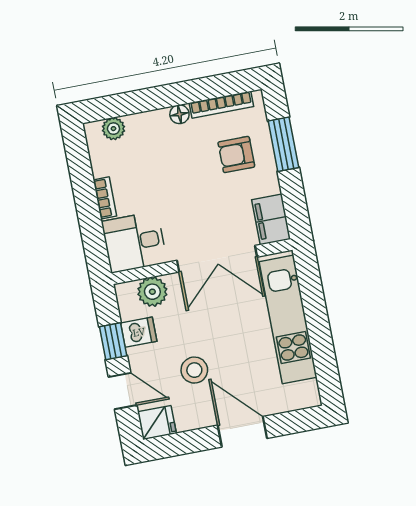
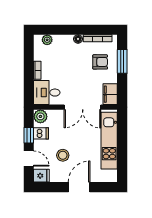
armchair: (236, 154) -> (100, 62), turned 180
plant: (152, 292) -> (40, 116), moved
door: (242, 432) -> (79, 187), hinge flipped

